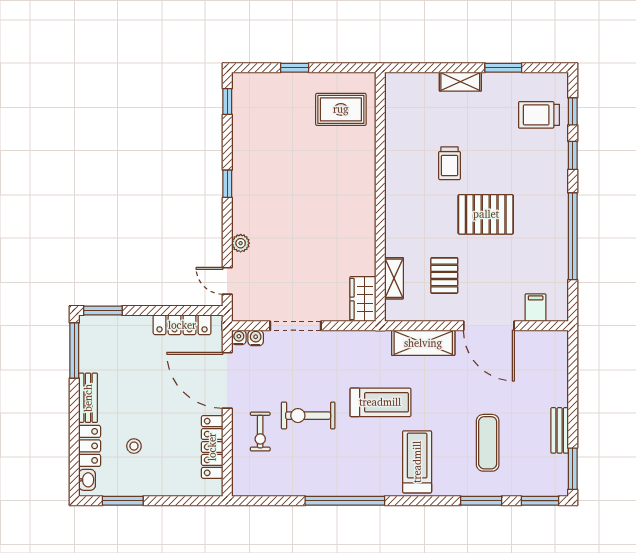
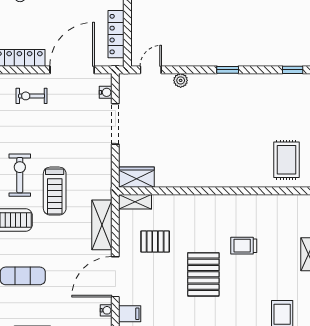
shelving: (394, 278) -> (135, 202), moved
water cooler: (239, 337) -> (106, 310), moved
exercise bike: (308, 416) -> (20, 175), moved

